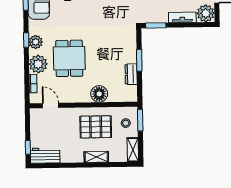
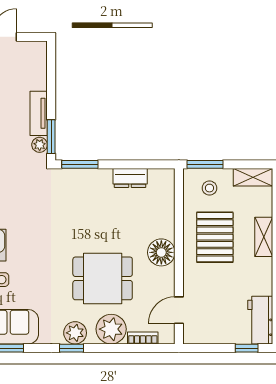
plant: (206, 13) -> (40, 145), moved, width x0.53, depth x0.53
tv unit: (182, 17) -> (39, 113), moved
window: (139, 60) -> (80, 164), moved
floor lamp: (99, 94) -> (161, 252), moved

